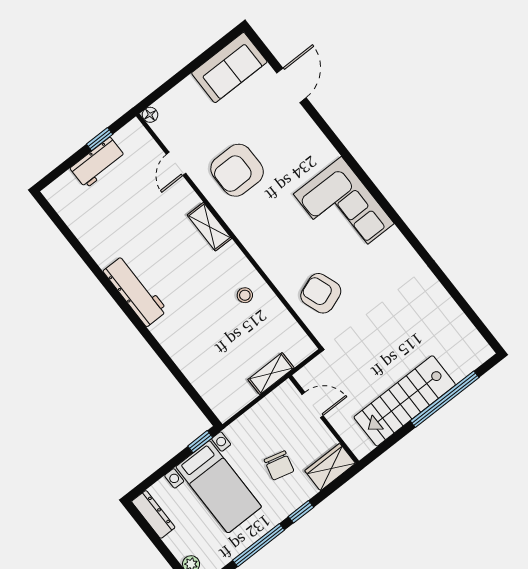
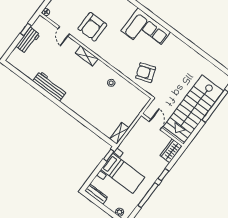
workbench: (135, 291) -> (50, 86), moved
shelving: (271, 374) -> (119, 133), moved
stairs: (405, 401) -> (193, 109), width x1.36, depth x1.51
door: (313, 405) -> (155, 125), hinge flipped
chair: (279, 465) -> (148, 156), removed

